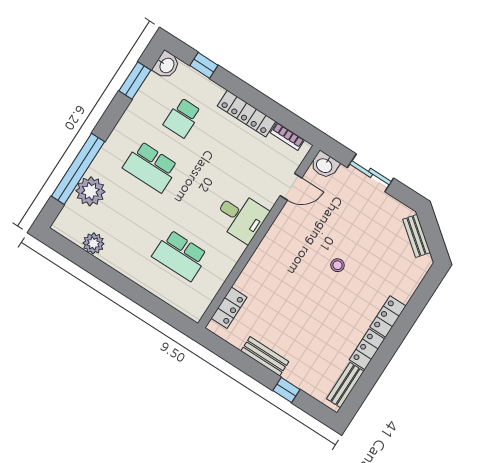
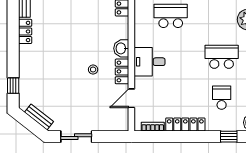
washbasin: (325, 165) -> (121, 48), moved, turned -90
sliding door: (371, 173) -> (76, 137), moved
stool: (338, 265) -> (93, 70), moved
window: (424, 293) -> (13, 86), added
locker: (388, 317) -> (122, 71), moved, turned 180

